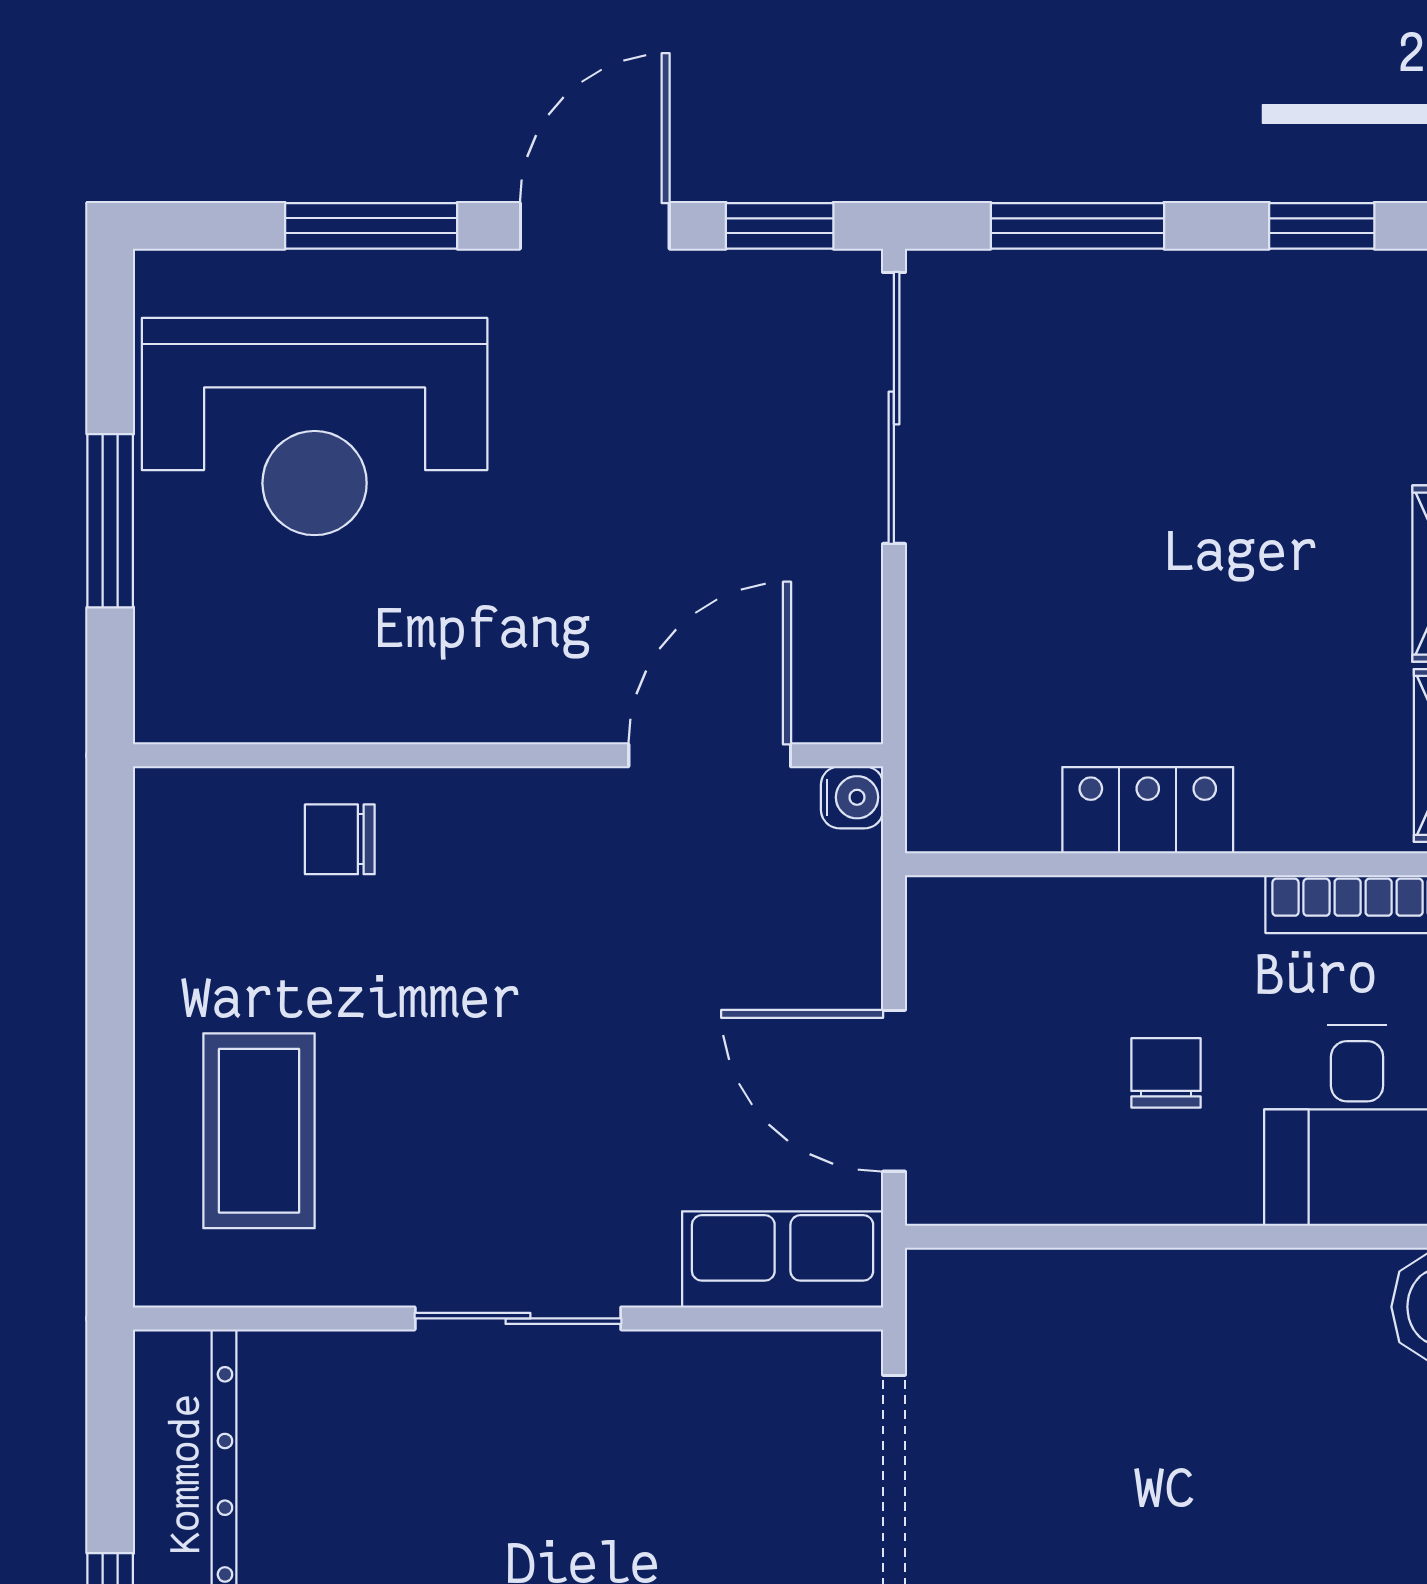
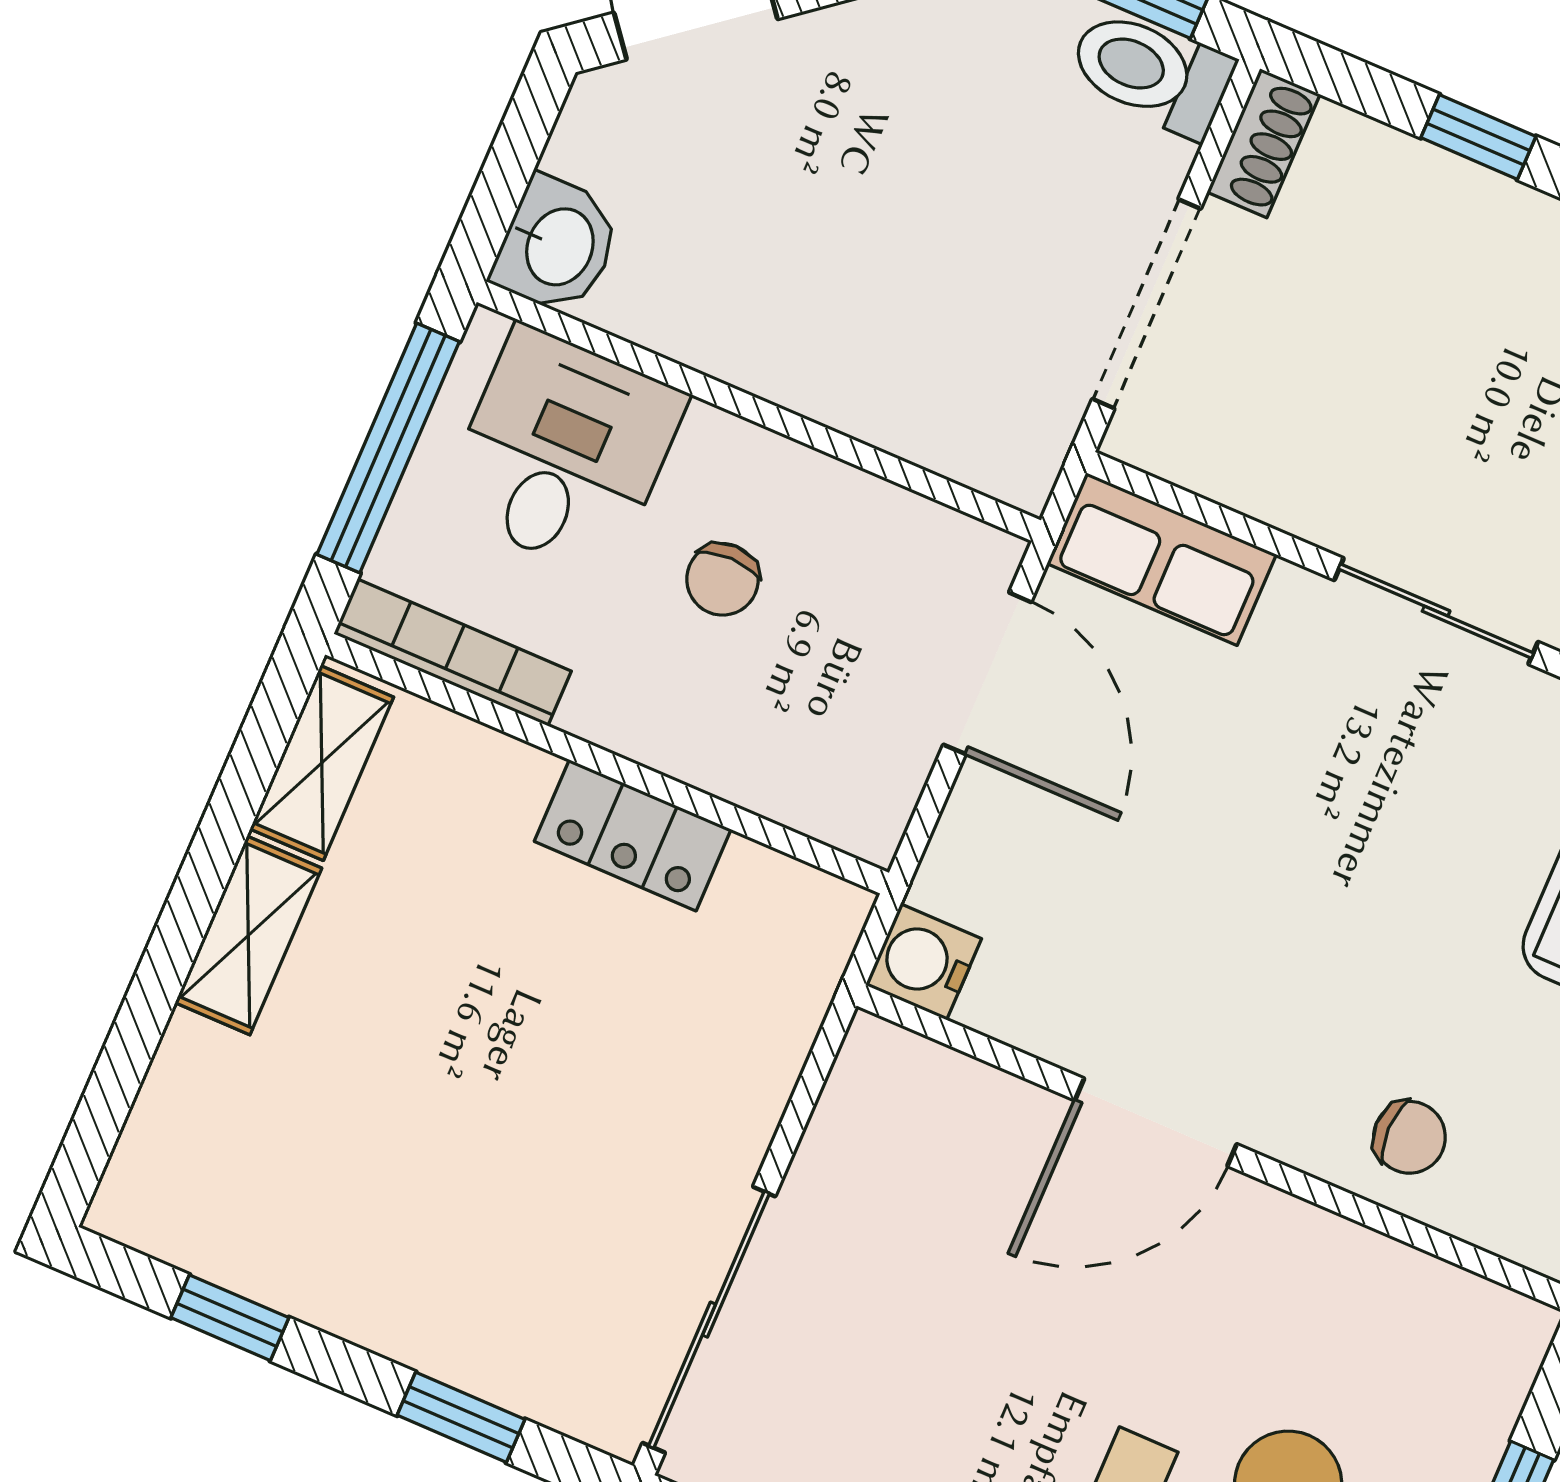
window: (1077, 226) -> (461, 1417), width x0.67
door: (710, 755) -> (1156, 1122), moved
water cooler: (852, 797) -> (924, 962), width x1.38, depth x1.38

